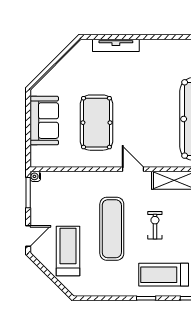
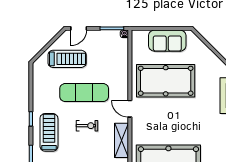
pool table: (96, 123) -> (166, 81), width x1.36, depth x1.32
door: (133, 169) -> (130, 109), swing flipped
door: (28, 236) -> (79, 28), hinge flipped

